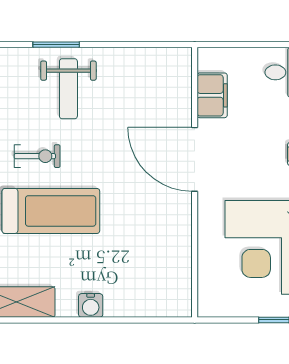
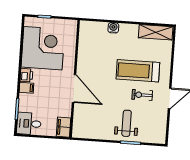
filing cabinet: (212, 95) -> (64, 127), moved
water cooler: (91, 305) -> (113, 28), moved

